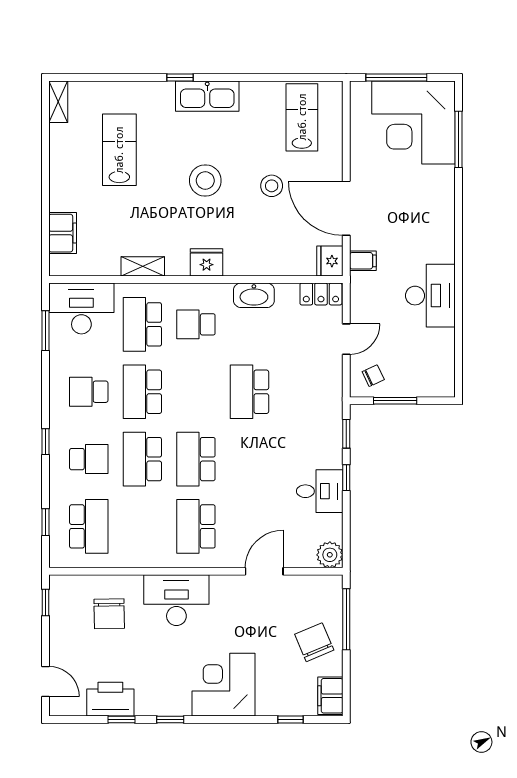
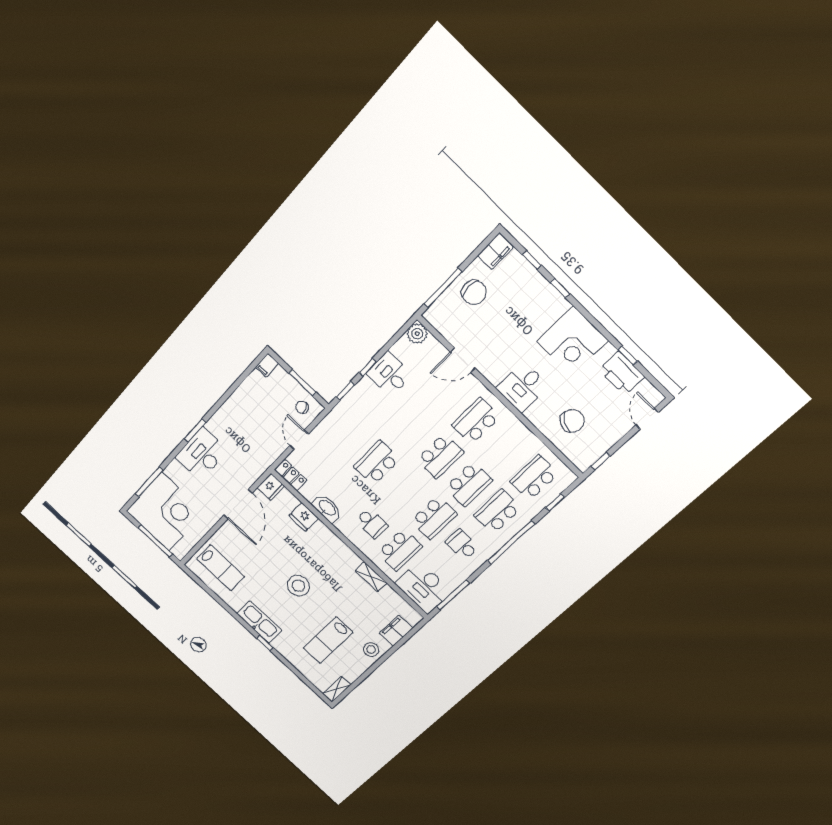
lab bench: (302, 117) -> (221, 568), turned -90
stool: (272, 186) -> (371, 650), moved
window: (459, 244) -> (195, 431), added
filing cabinet: (363, 261) -> (267, 365), moved, turned -90
fridge: (207, 262) -> (304, 517), moved
desk: (430, 296) -> (202, 454), moved
window: (46, 331) -> (453, 595), width x1.44
door: (346, 339) -> (299, 440), hinge flipped
school desk: (89, 392) -> (462, 545), turned 180
school desk: (250, 392) -> (377, 463), turned 180
window: (46, 442) -> (511, 542), width x3.17
school desk: (89, 459) -> (497, 512), width x1.85
school desk: (196, 526) -> (476, 421), turned 180
desk: (176, 600) -> (523, 387), width x0.73
chair: (109, 614) -> (572, 421), turned 31
chair: (314, 642) -> (474, 292), turned -67
corner desk: (224, 685) -> (572, 341), moved
window: (170, 719) -> (560, 288), moved

